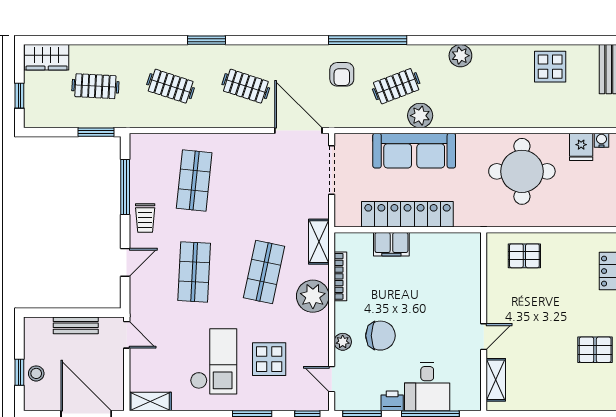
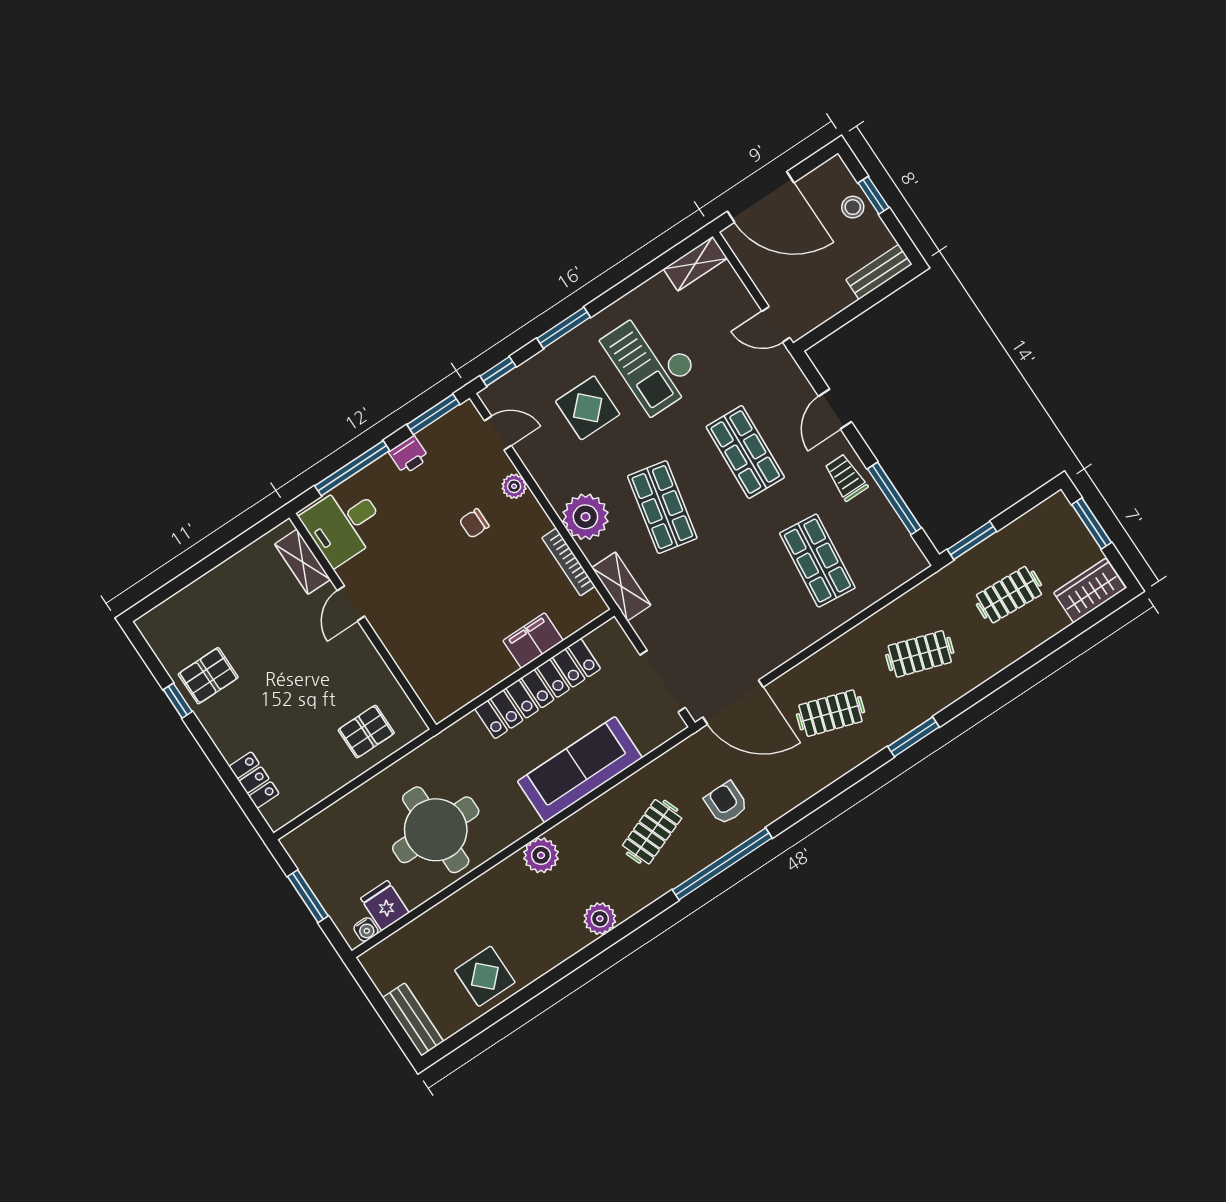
window: (19, 96) -> (1092, 524), width x1.50
plant: (420, 116) -> (541, 855), moved
bench: (76, 325) -> (879, 272), moved
chair: (380, 336) -> (474, 523), width x0.54, depth x0.54
desk: (427, 387) -> (344, 524), moved, turned -90

